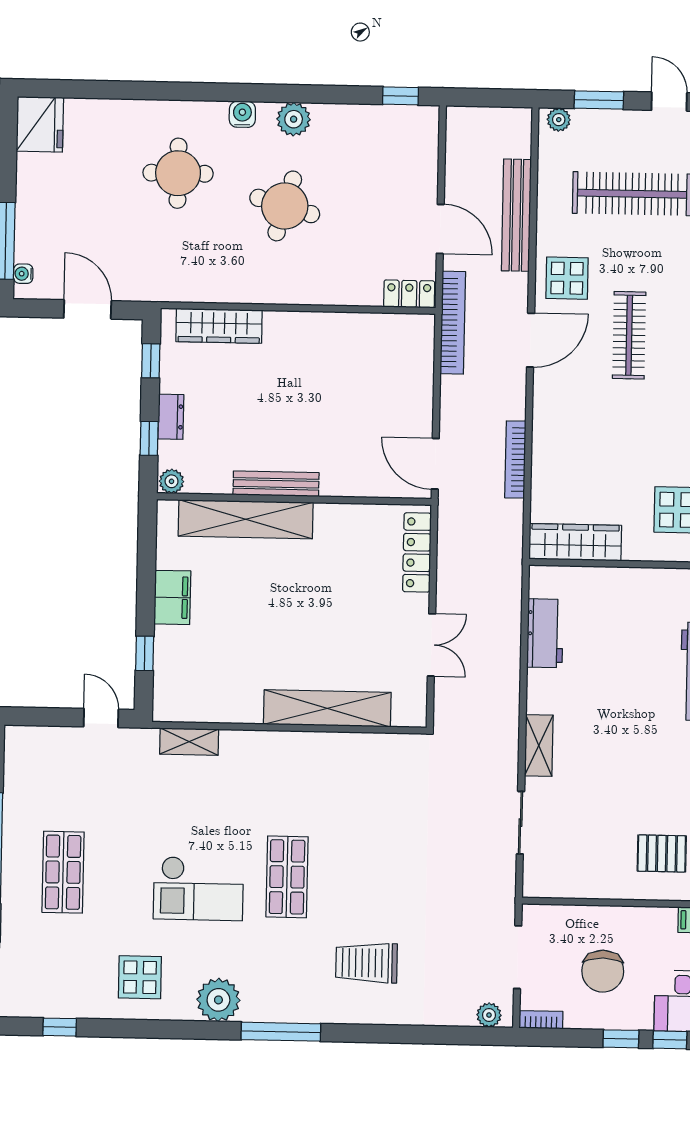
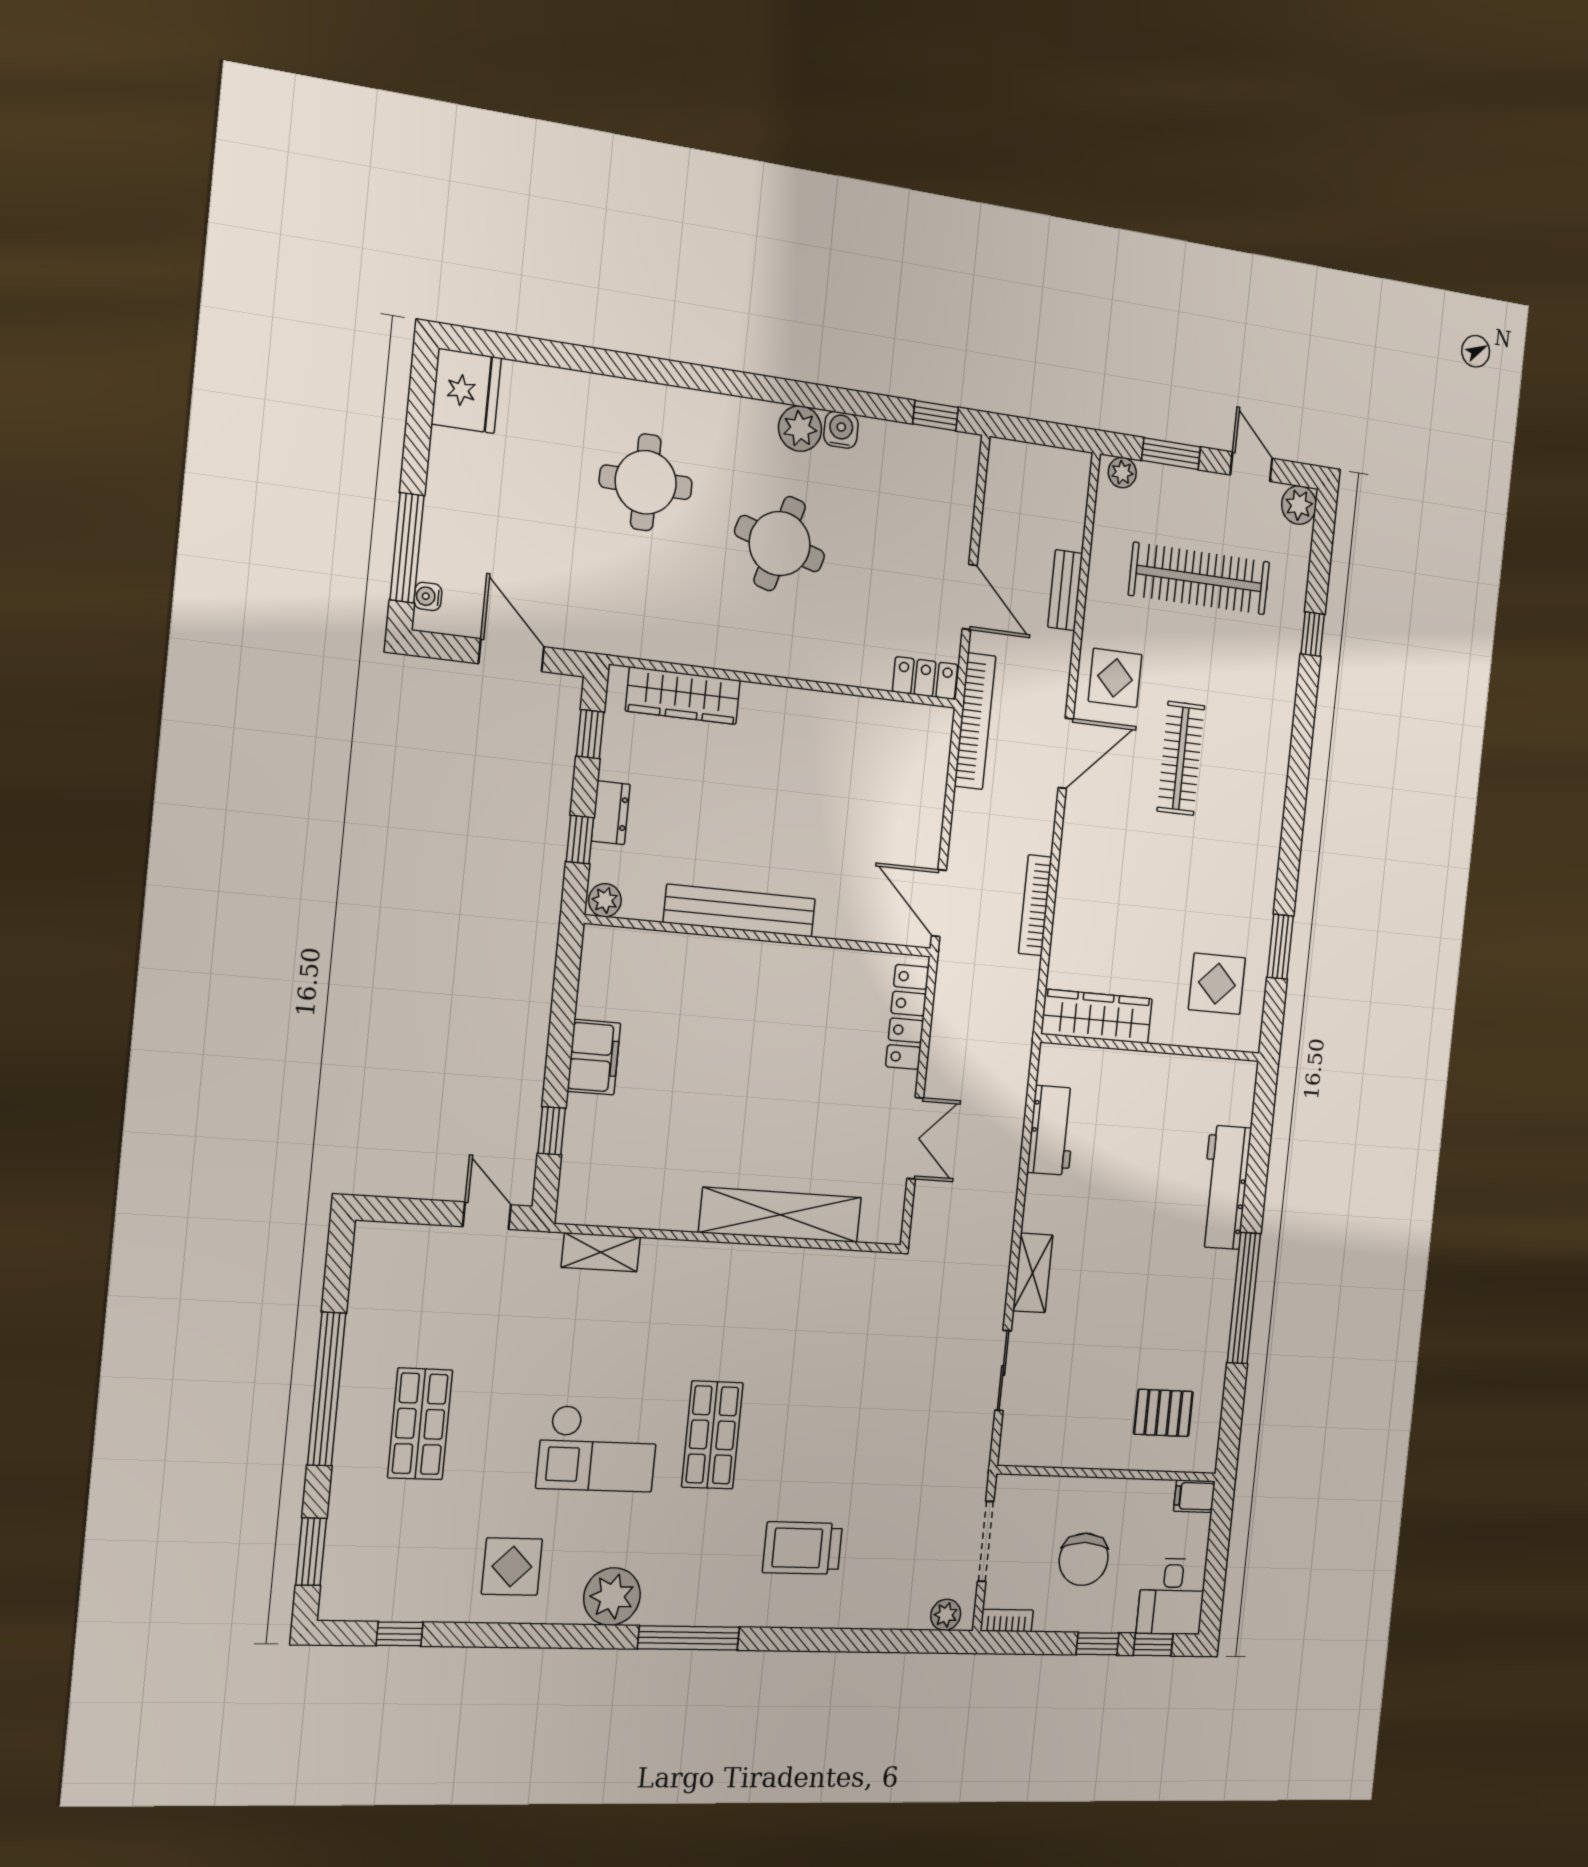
water cooler: (242, 114) -> (841, 430), moved
bench: (516, 215) -> (1065, 590), width x0.54, depth x0.82
bench: (276, 484) -> (740, 911), width x1.37, depth x1.21
shelving: (246, 519) -> (697, 958), removed

